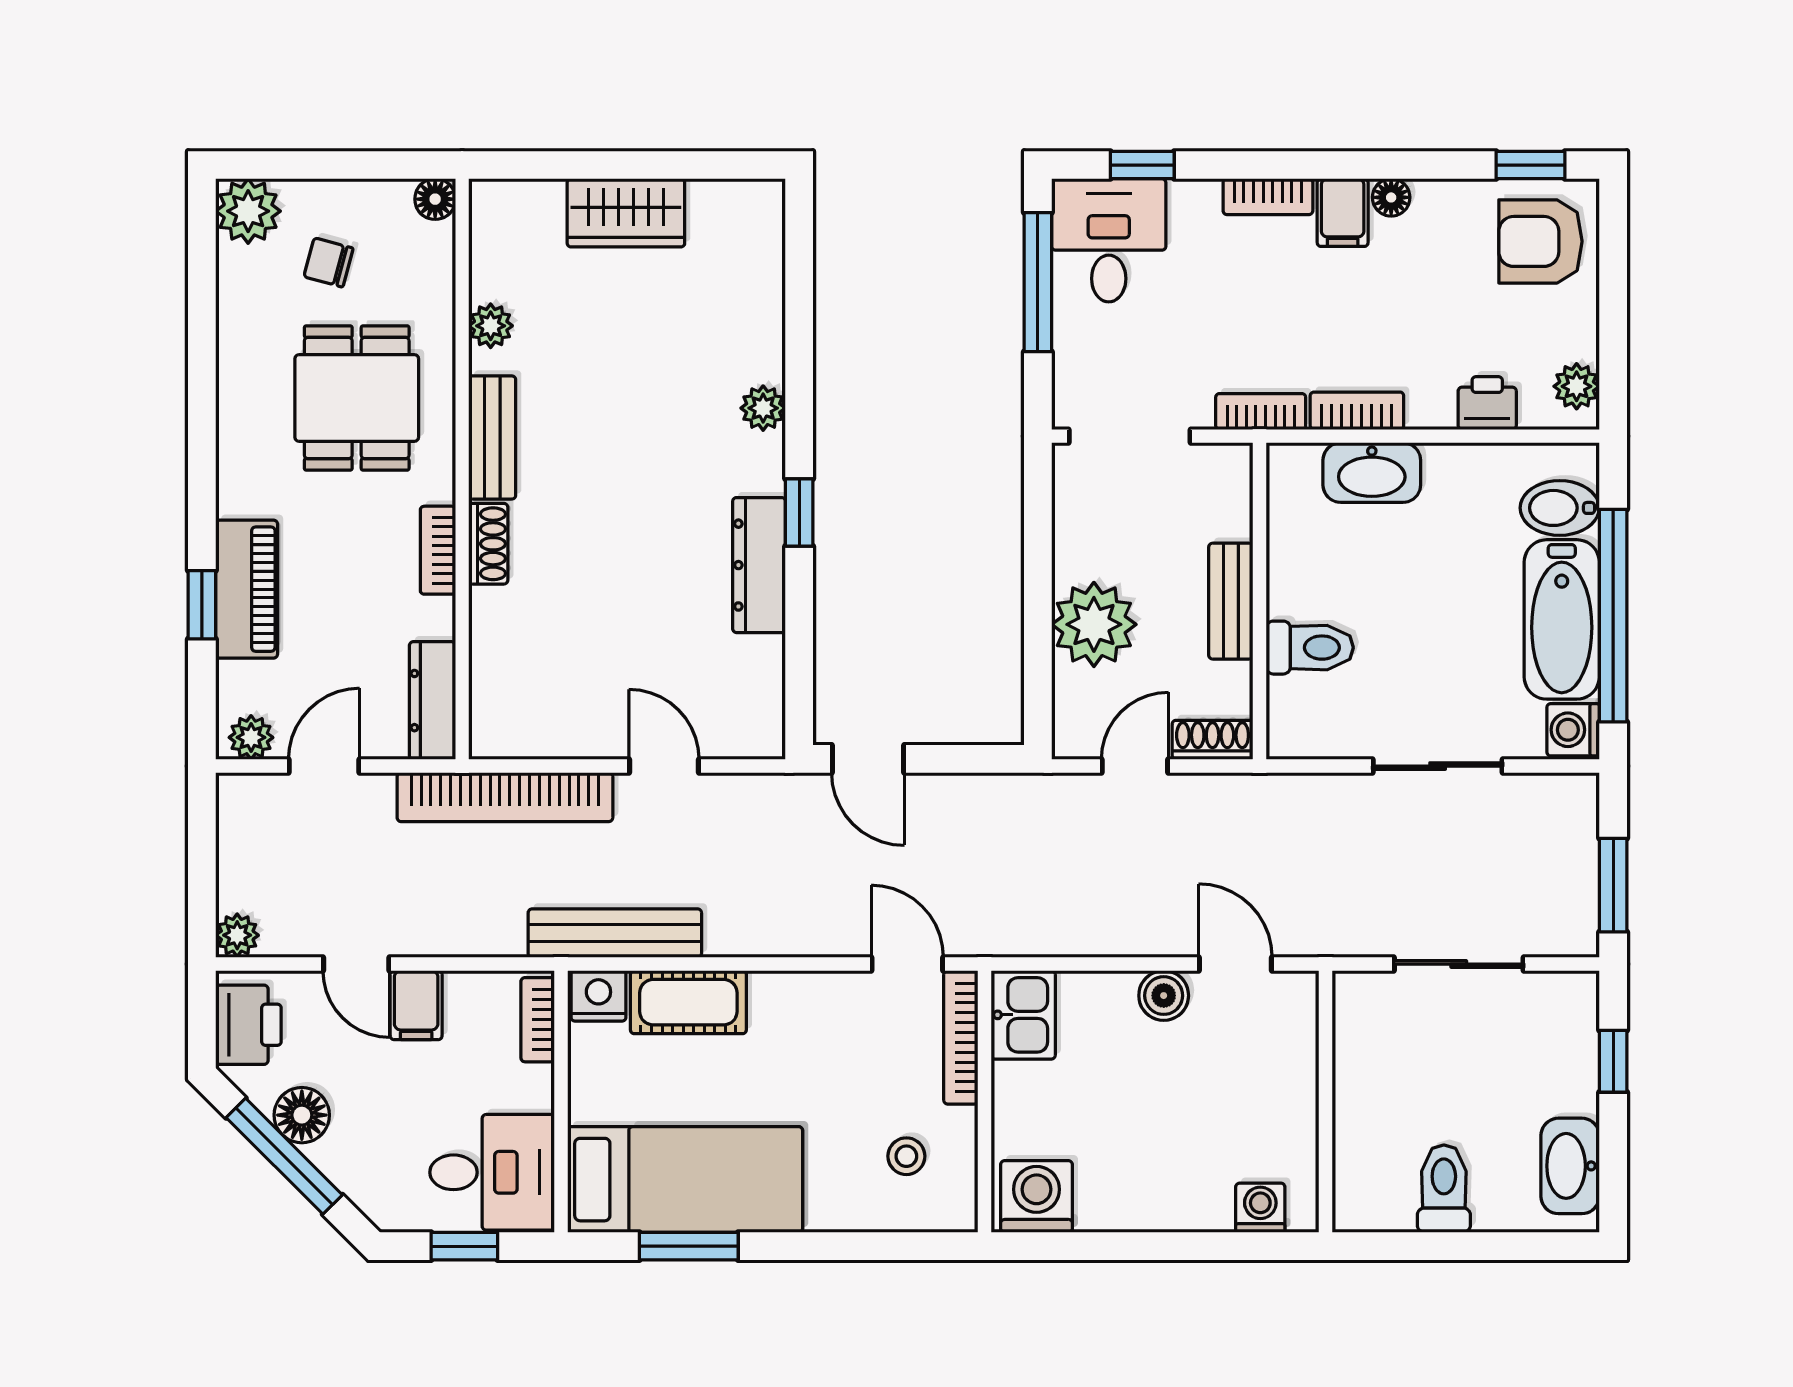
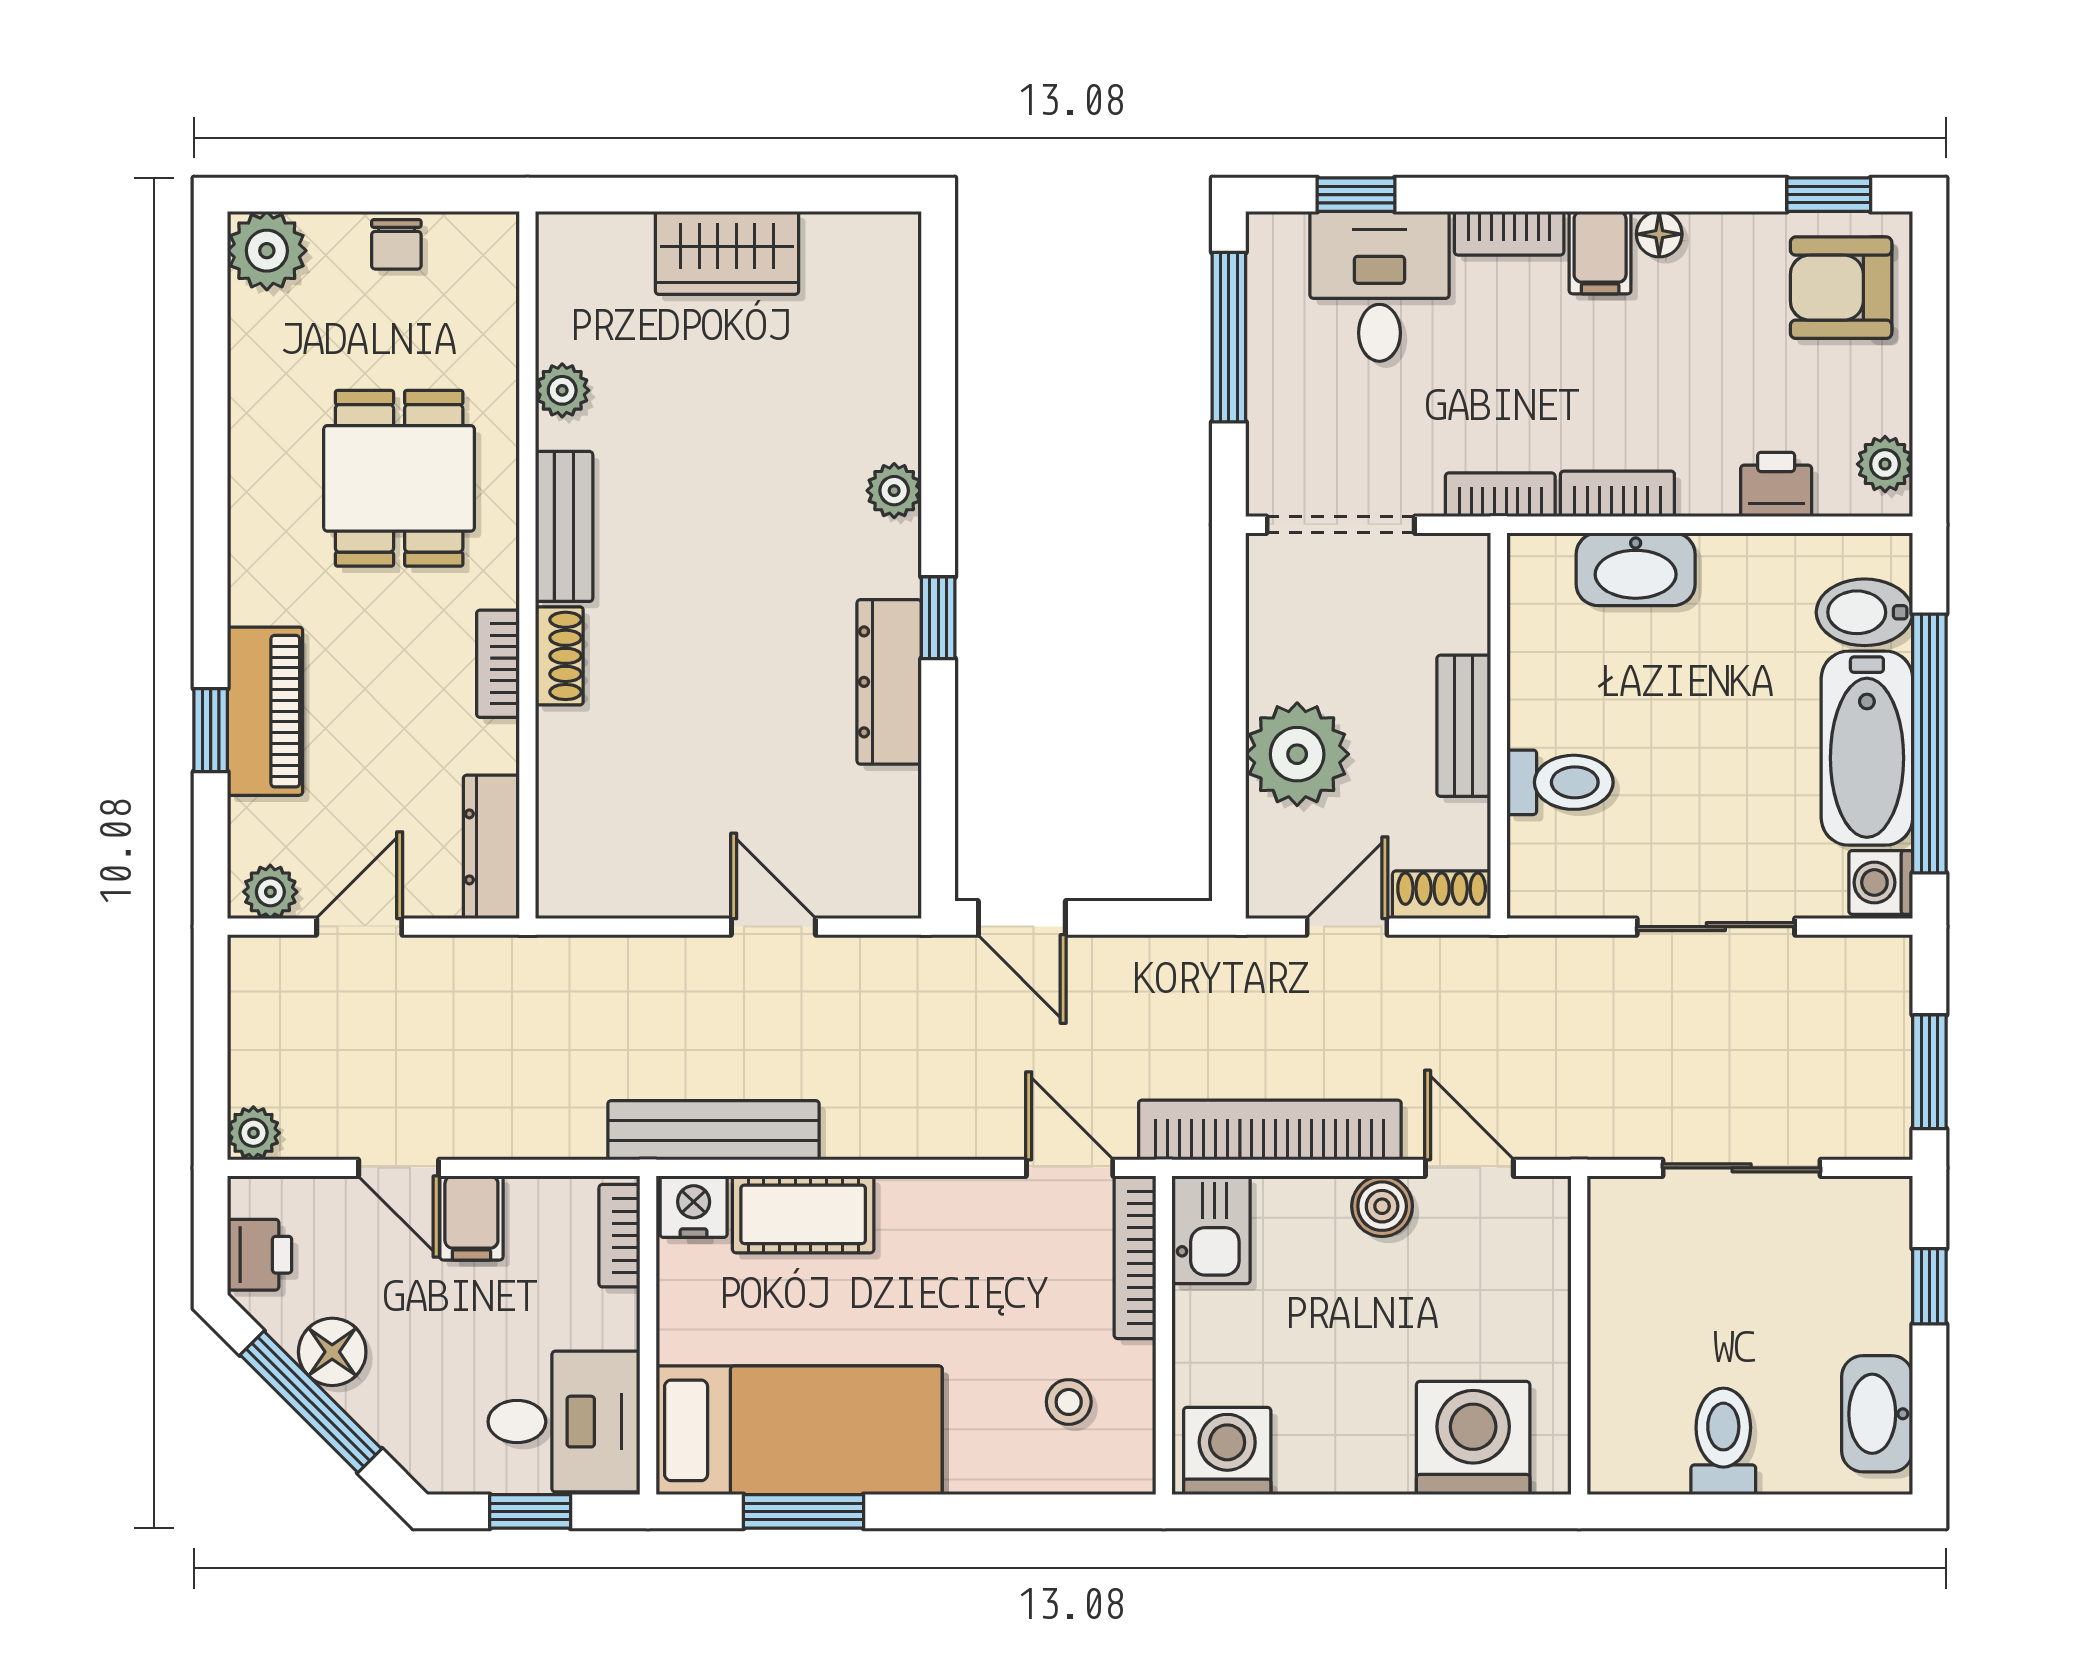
floor lamp: (435, 199) -> (495, 236), removed
desk: (1109, 240) -> (1379, 286), moved
chair: (328, 262) -> (396, 244), moved, turned -105
bookcase: (505, 797) -> (1270, 1130), moved, turned 180
printer: (248, 1025) -> (260, 1255), width x0.73, depth x0.81
washing machine: (1260, 1208) -> (1473, 1438), width x1.89, depth x1.89

